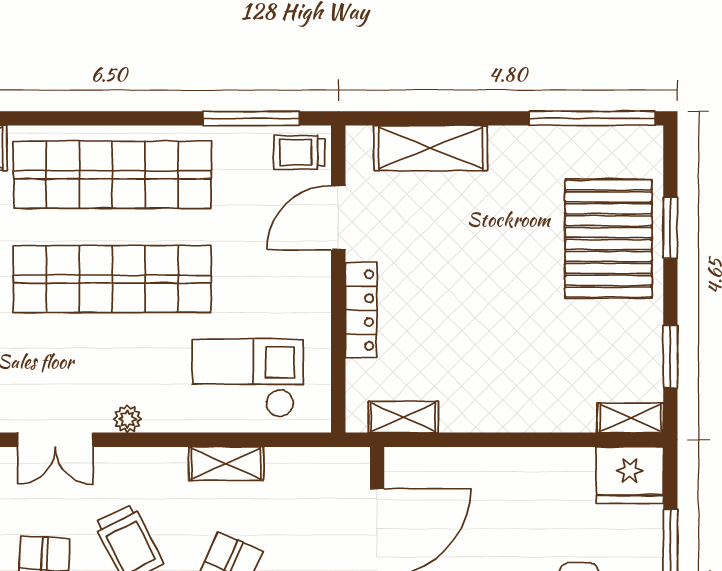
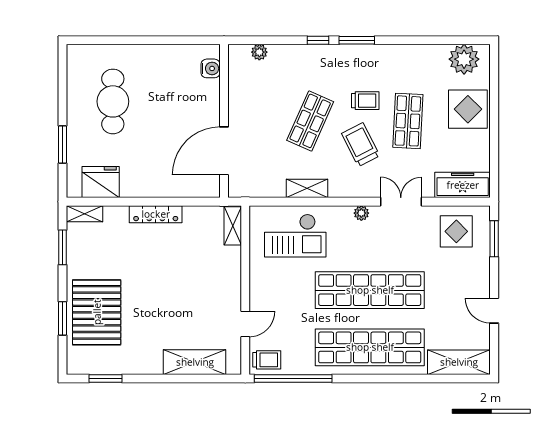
window: (251, 118) -> (293, 379), width x1.46
window: (592, 118) -> (105, 379), width x0.47
door: (338, 218) -> (245, 324), width x0.73
locker: (361, 310) -> (156, 214), moved, turned -90
shelving: (403, 417) -> (233, 226), moved, turned 90
fridge: (630, 475) -> (101, 182), moved

